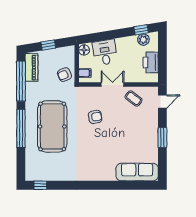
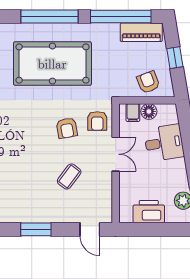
floor lamp: (84, 50) -> (149, 111), moved
armchair: (65, 75) -> (148, 82), moved
armchair: (90, 97) -> (97, 121), added
coffee table: (134, 98) -> (69, 176), moved

